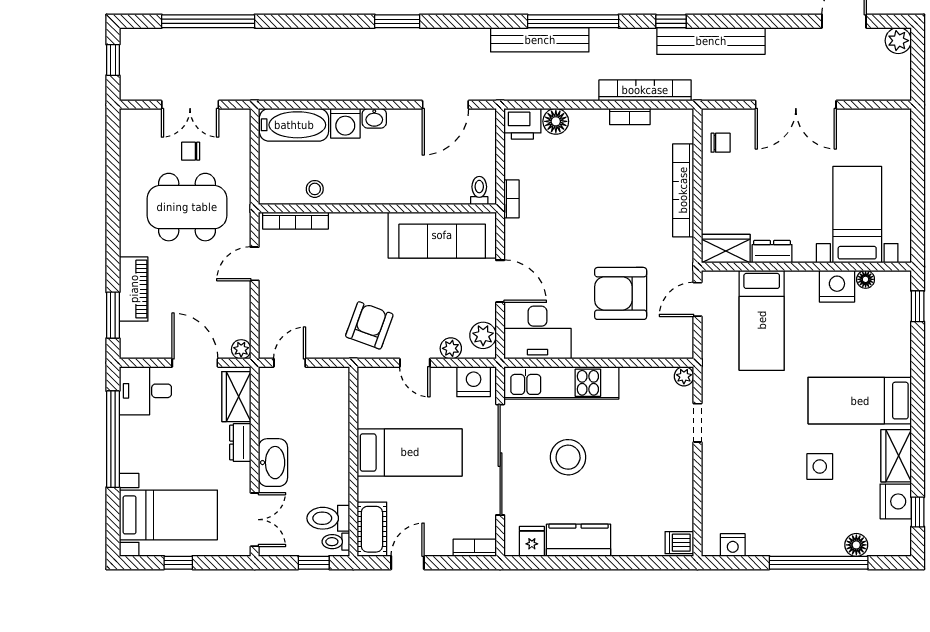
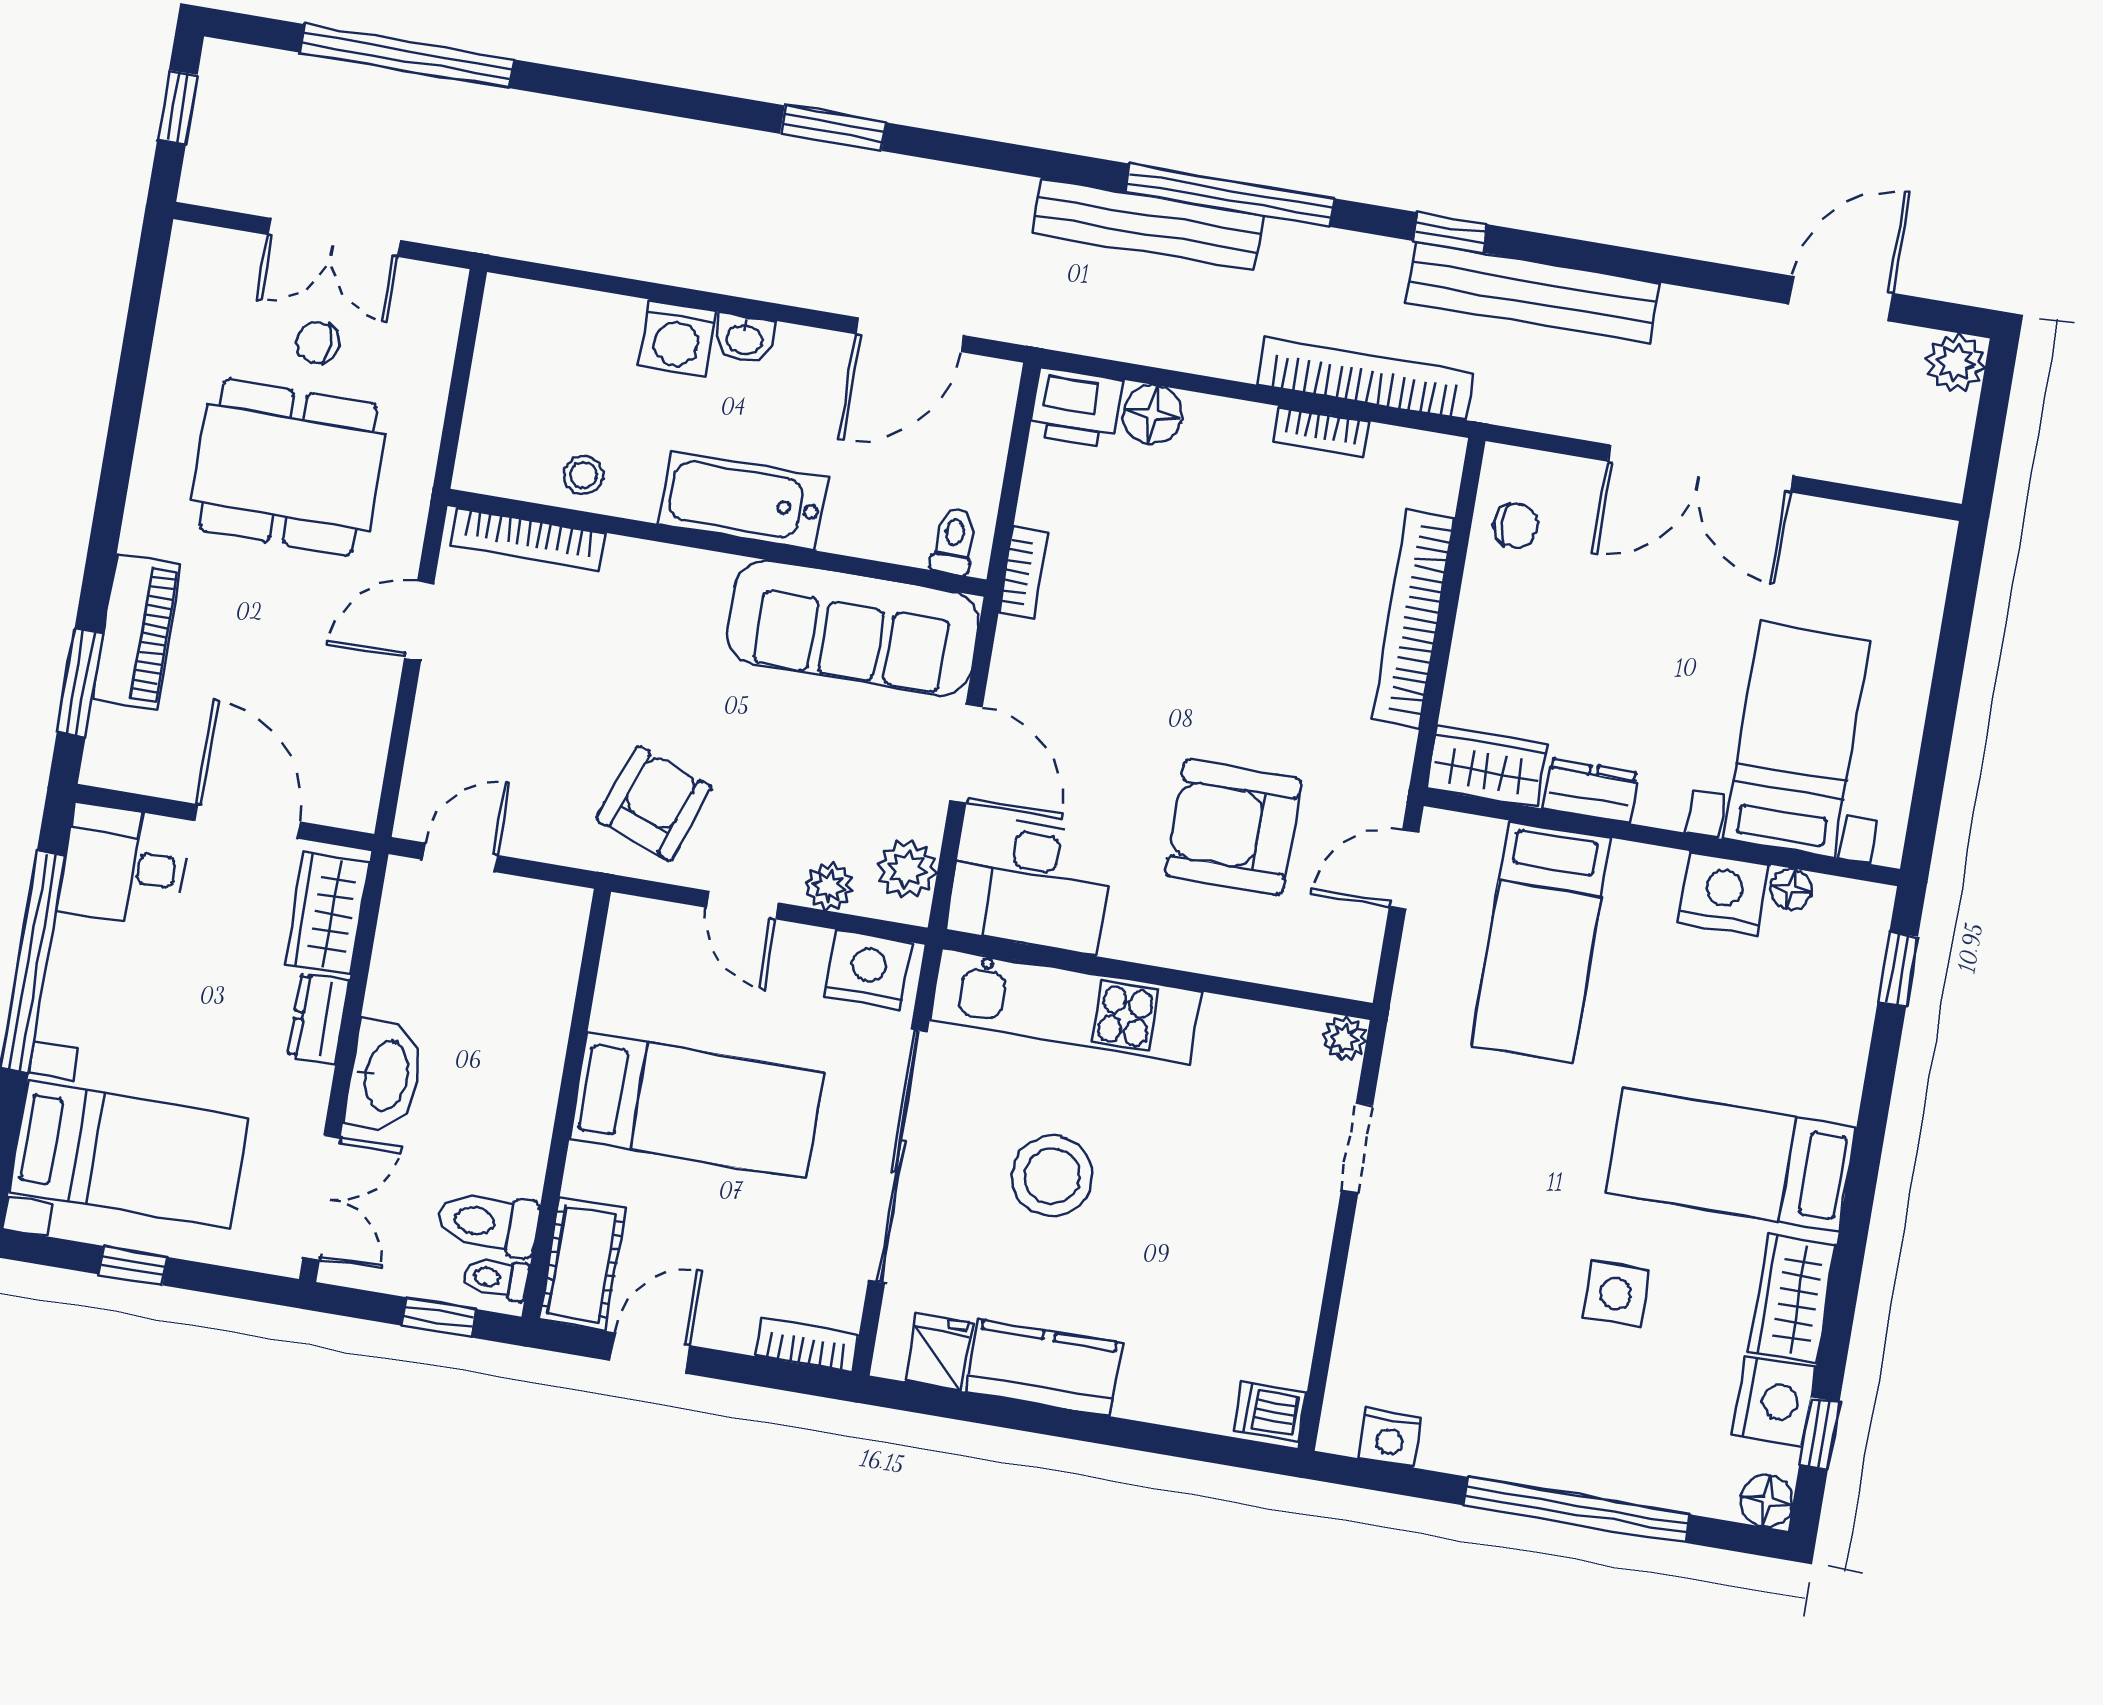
bathtub: (294, 125) -> (744, 501), moved, turned 180
plant: (241, 349) -> (356, 809), removed
floor lamp: (856, 545) -> (1767, 1501), moved

